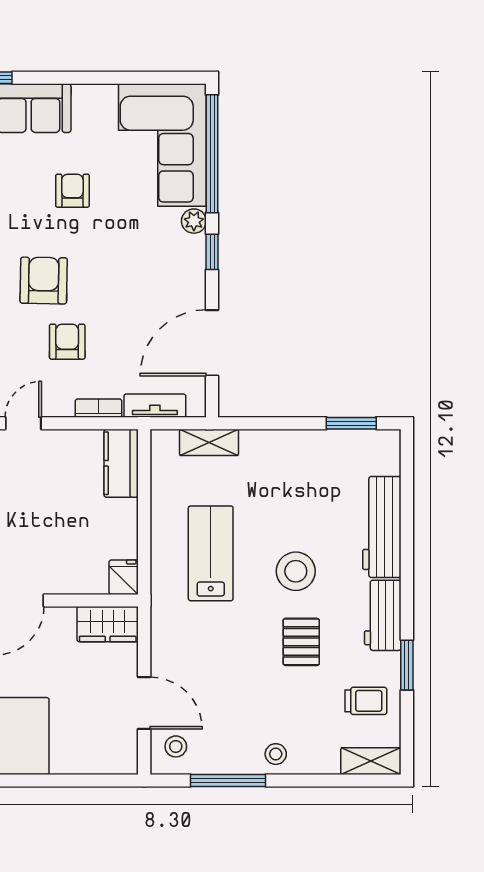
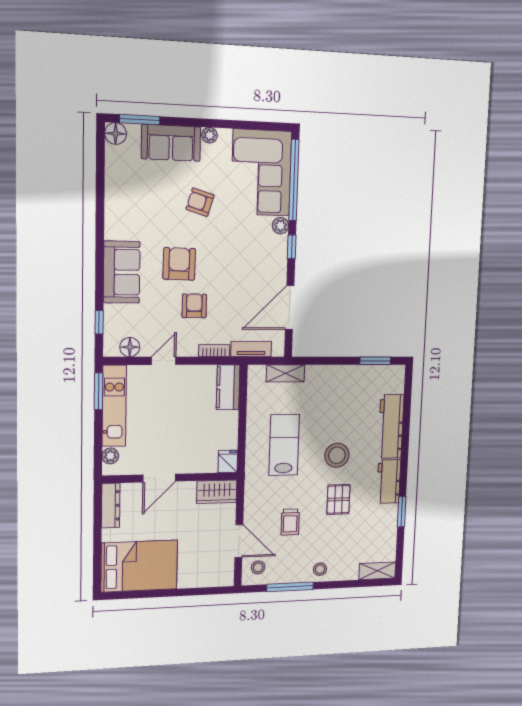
plant: (84, 95) -> (210, 135), added
armchair: (72, 191) -> (200, 202), turned -73
trolley: (366, 701) -> (290, 522), moved, turned 90

